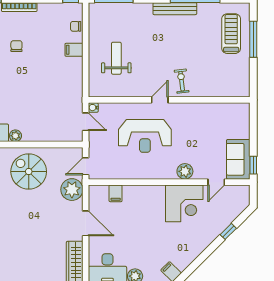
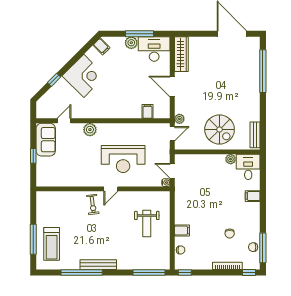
reception desk: (145, 136) -> (123, 159), turned 180
window: (253, 165) -> (33, 156), moved
plant: (72, 190) -> (179, 119), width x0.53, depth x0.53
corner desk: (184, 203) -> (84, 76), moved, turned 135

